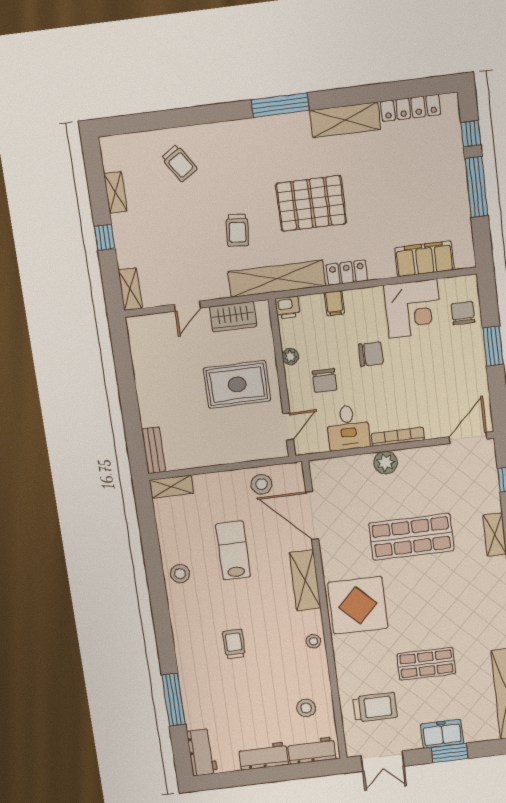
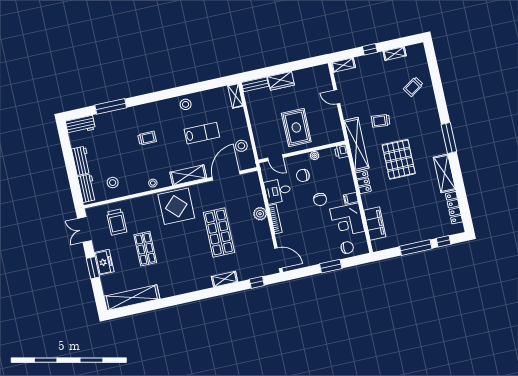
filing cabinet: (334, 303) -> (351, 198), moved
wardrobe: (233, 317) -> (281, 81), moved, turned -90

